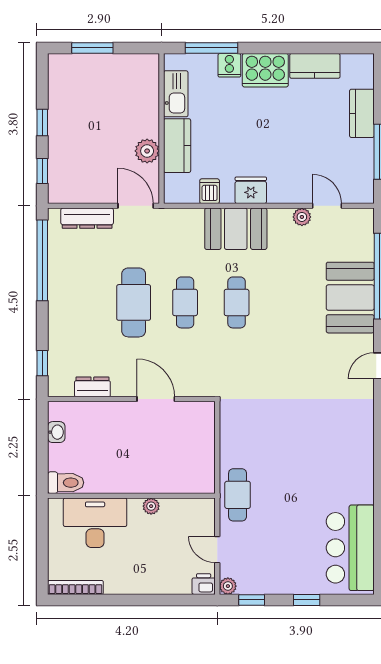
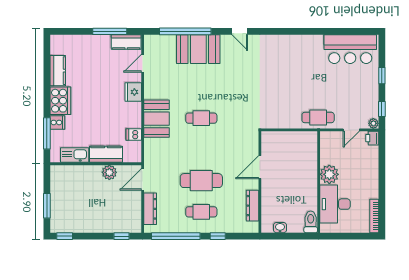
kitchen counter: (362, 113) -> (126, 42), moved
window: (42, 123) -> (65, 236), moved
fridge: (251, 190) -> (133, 92), moved
plant: (302, 217) -> (149, 78), removed
cafe table: (185, 302) -> (201, 212), moved
window: (42, 363) -> (218, 236), moved
dresser: (92, 387) -> (253, 206), width x1.44
plant: (151, 506) -> (329, 174), width x1.88, depth x1.88

